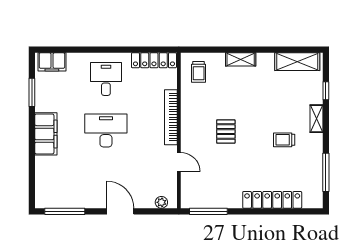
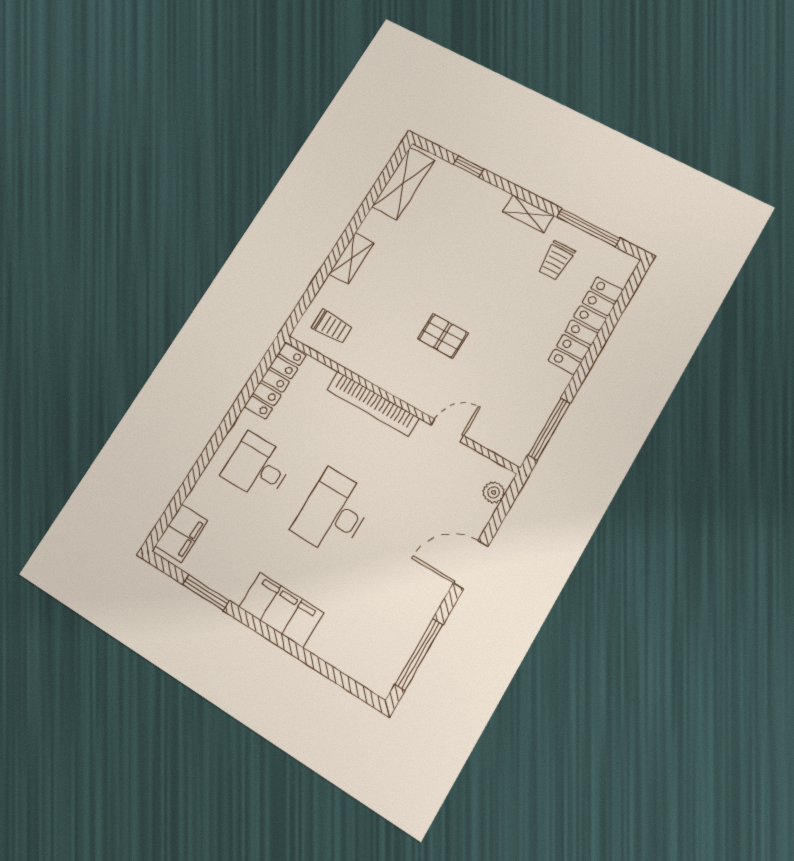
shelving: (317, 119) -> (528, 214), moved
trolley: (284, 140) -> (556, 260), moved

